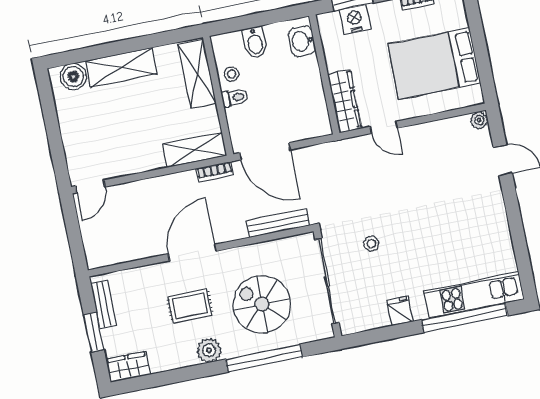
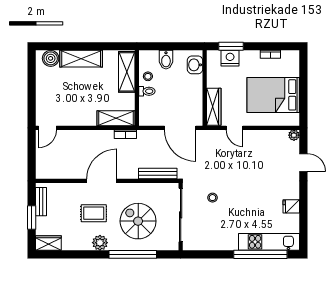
door: (265, 151) -> (180, 128), moved
fridge: (400, 311) -> (291, 206), moved, turned -90

